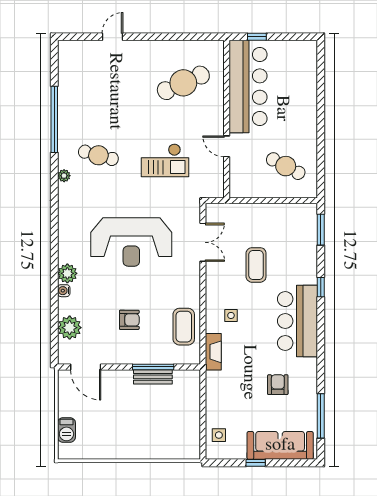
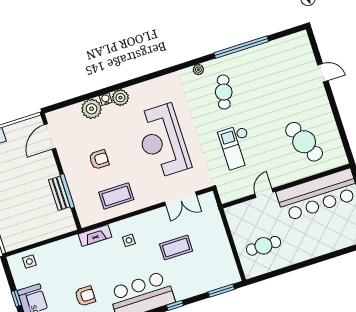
cafe table: (286, 166) -> (263, 246), turned 62
armchair: (129, 320) -> (99, 160), turned -90
coffee table: (184, 327) -> (116, 196), moved
plant: (70, 328) -> (92, 109), moved

